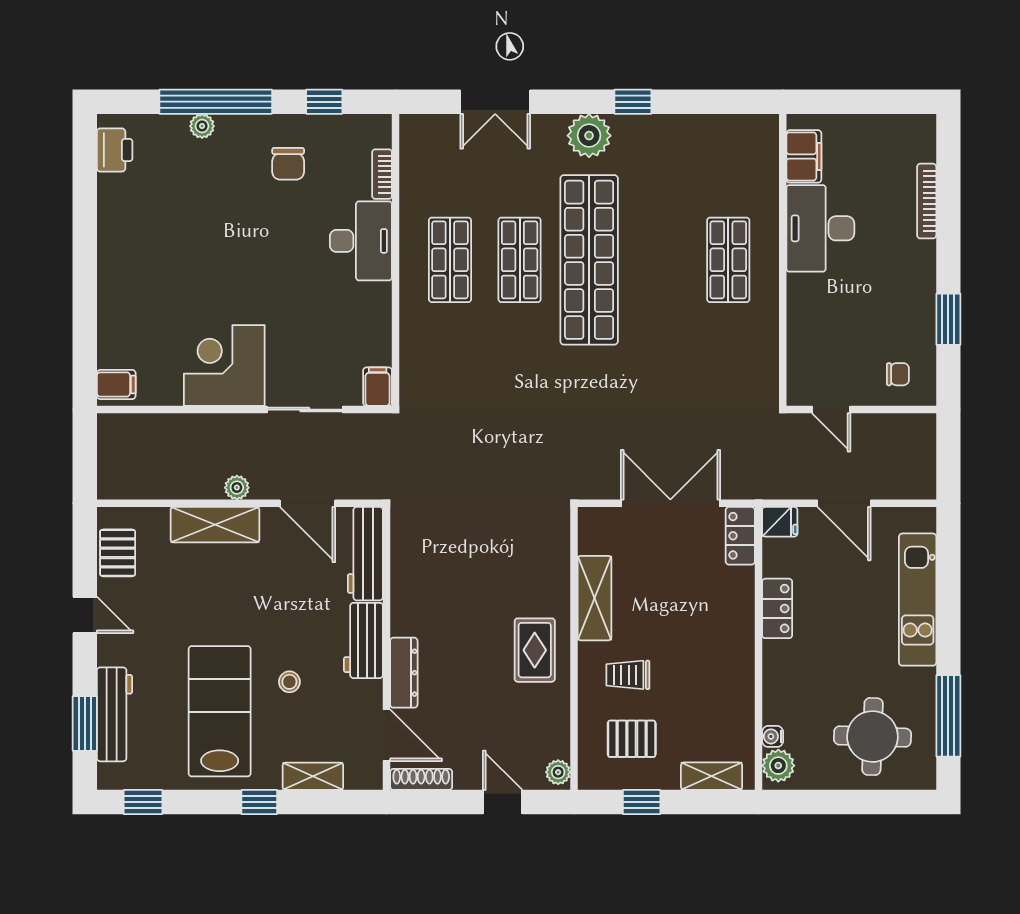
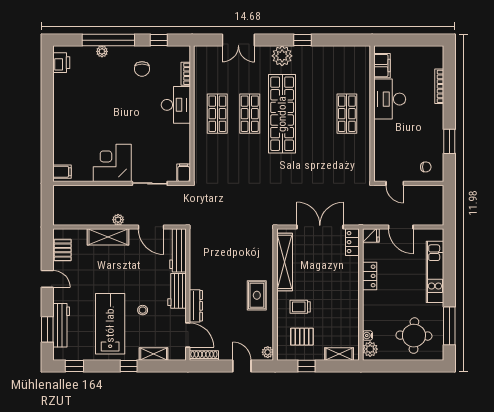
shelving: (595, 598) -> (285, 262), width x1.47

